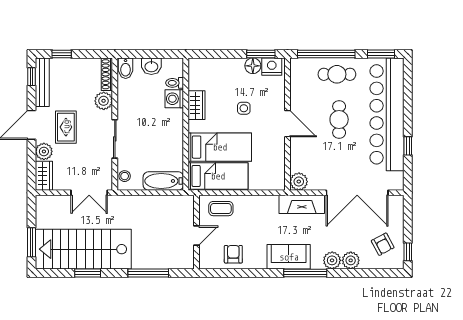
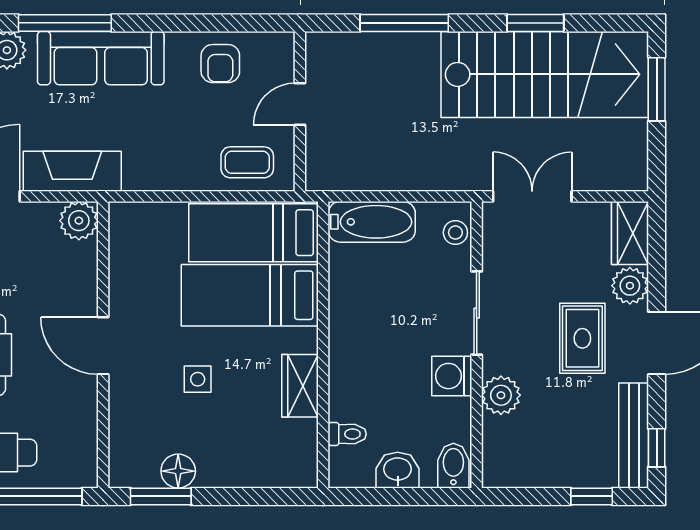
nightstand: (272, 67) -> (137, 469), removed
shoe rack: (107, 74) -> (494, 453), removed
washing machine: (174, 99) -> (452, 376), moved, turned 180
sofa: (289, 257) -> (101, 58), width x1.36

